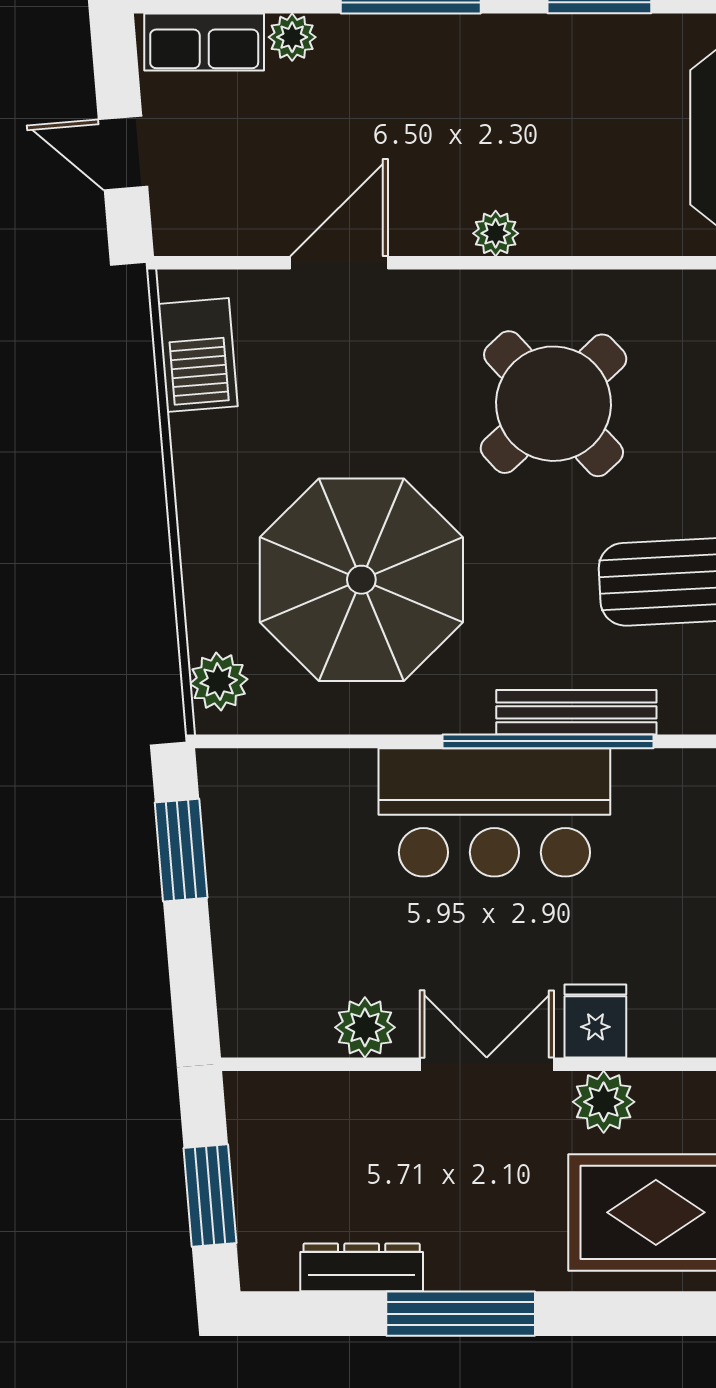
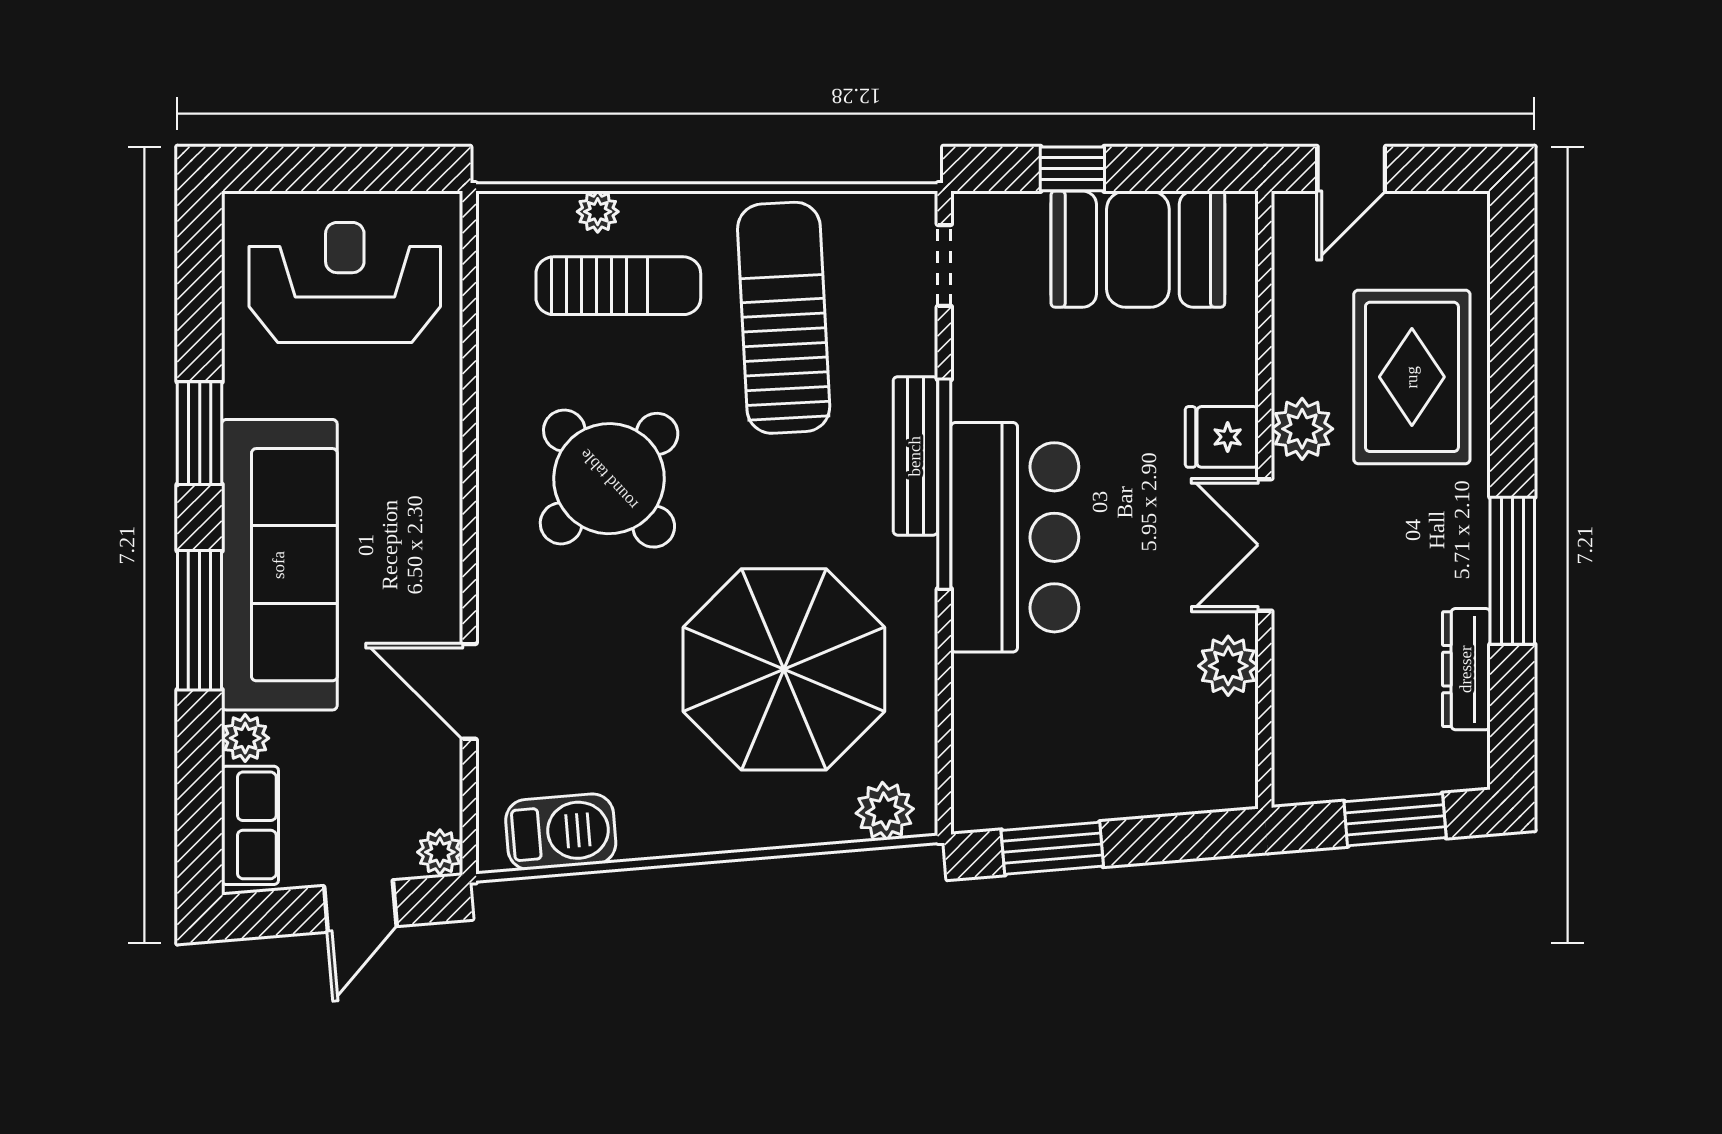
sofa: (467, 72) -> (279, 565), added
plant: (496, 233) -> (440, 852), moved

